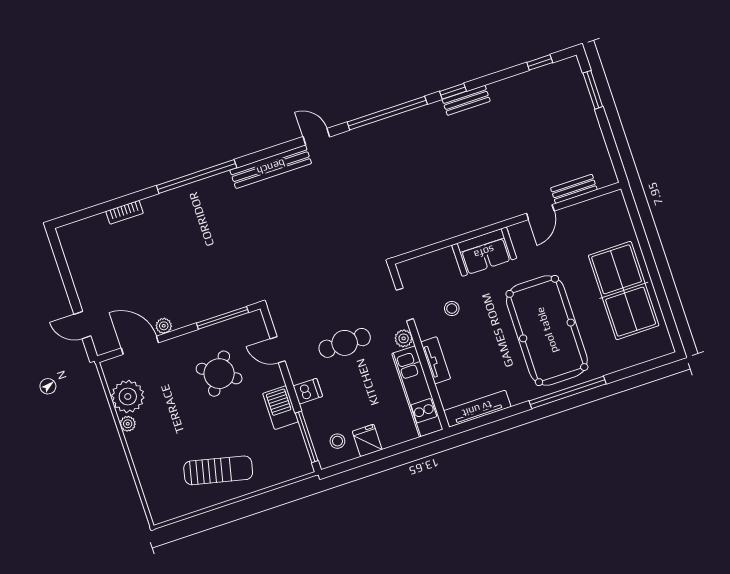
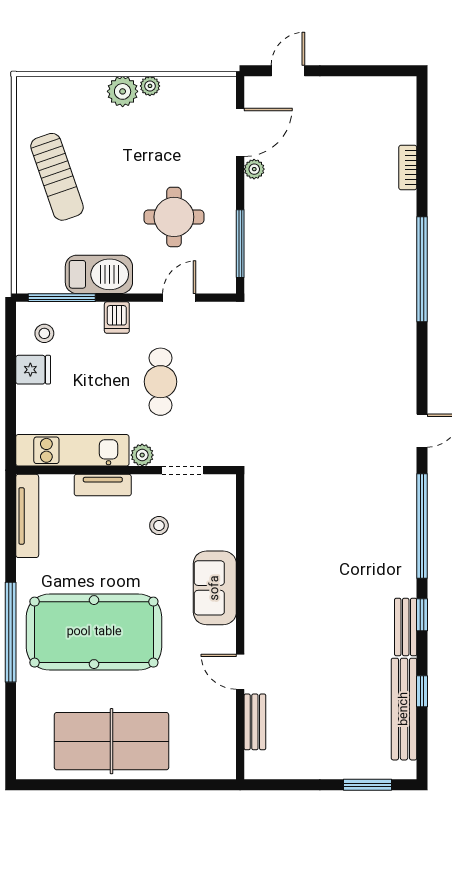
window: (540, 62) -> (422, 691), moved
bench: (271, 167) -> (404, 709), moved
round table: (219, 374) -> (174, 217), turned -34
plant: (128, 397) -> (123, 91), moved, width x0.73, depth x0.73
barbecue: (280, 408) -> (99, 274), width x1.37, depth x1.21
sun lounger: (218, 470) -> (57, 177), turned -32

